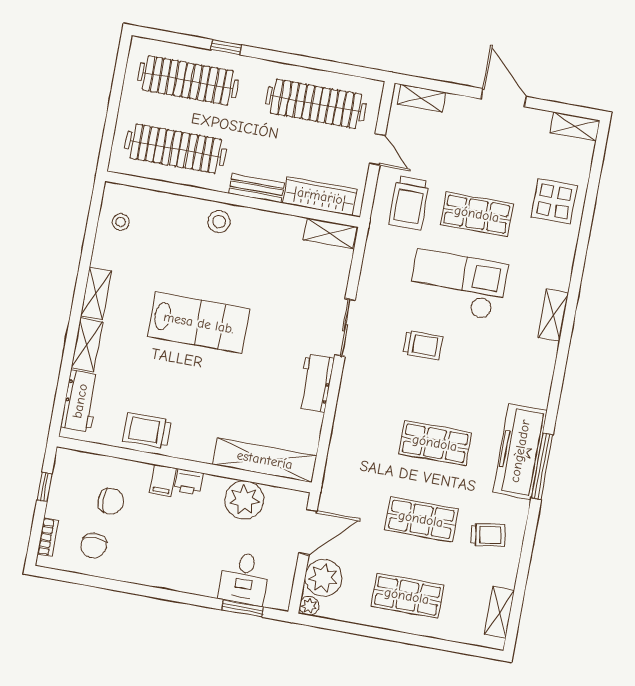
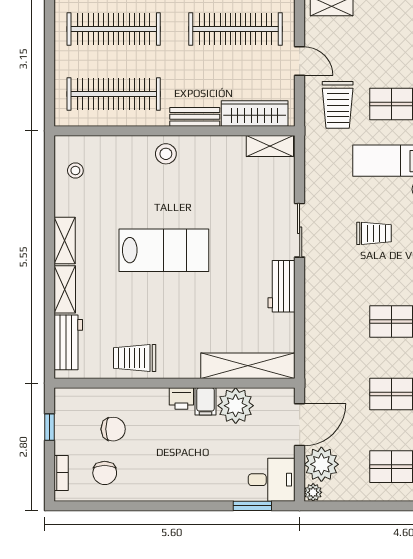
filing cabinet: (163, 480) -> (205, 401), moved
desk: (244, 578) -> (272, 480), moved, turned -90

